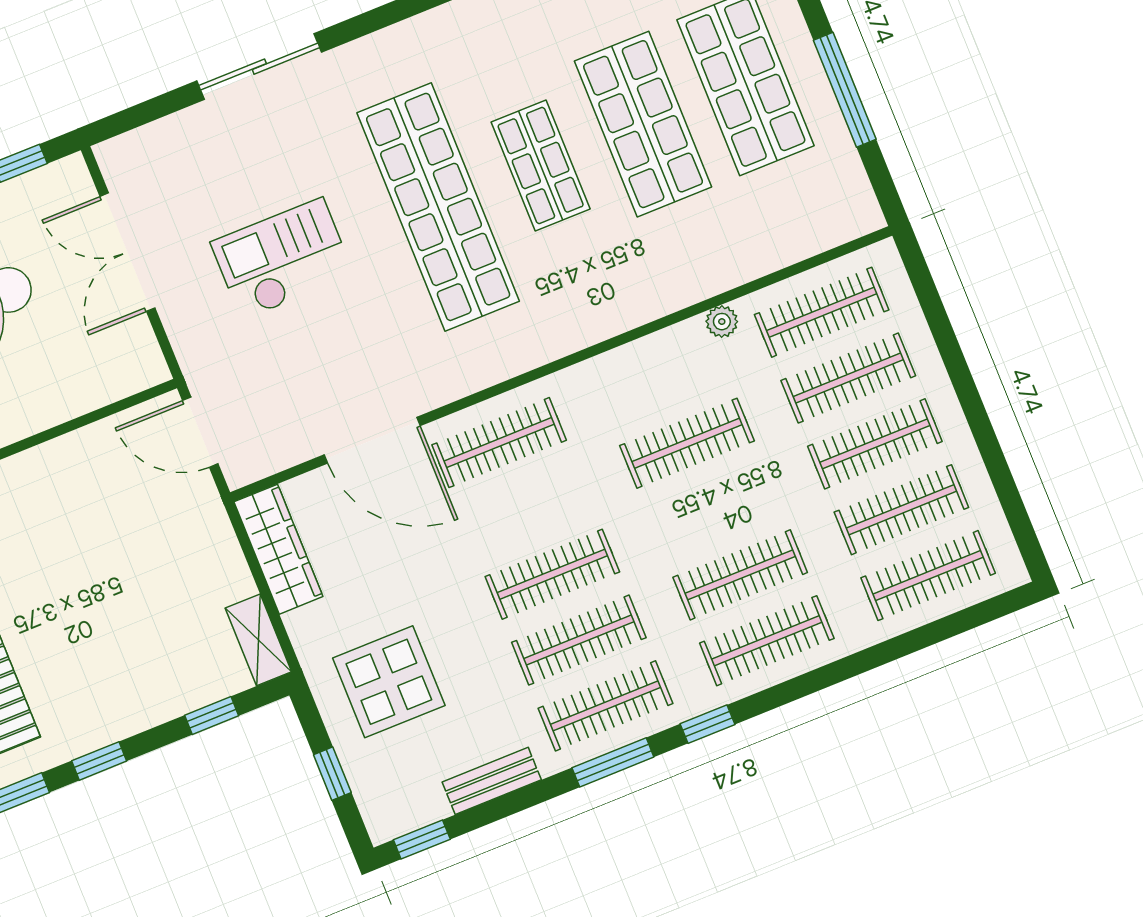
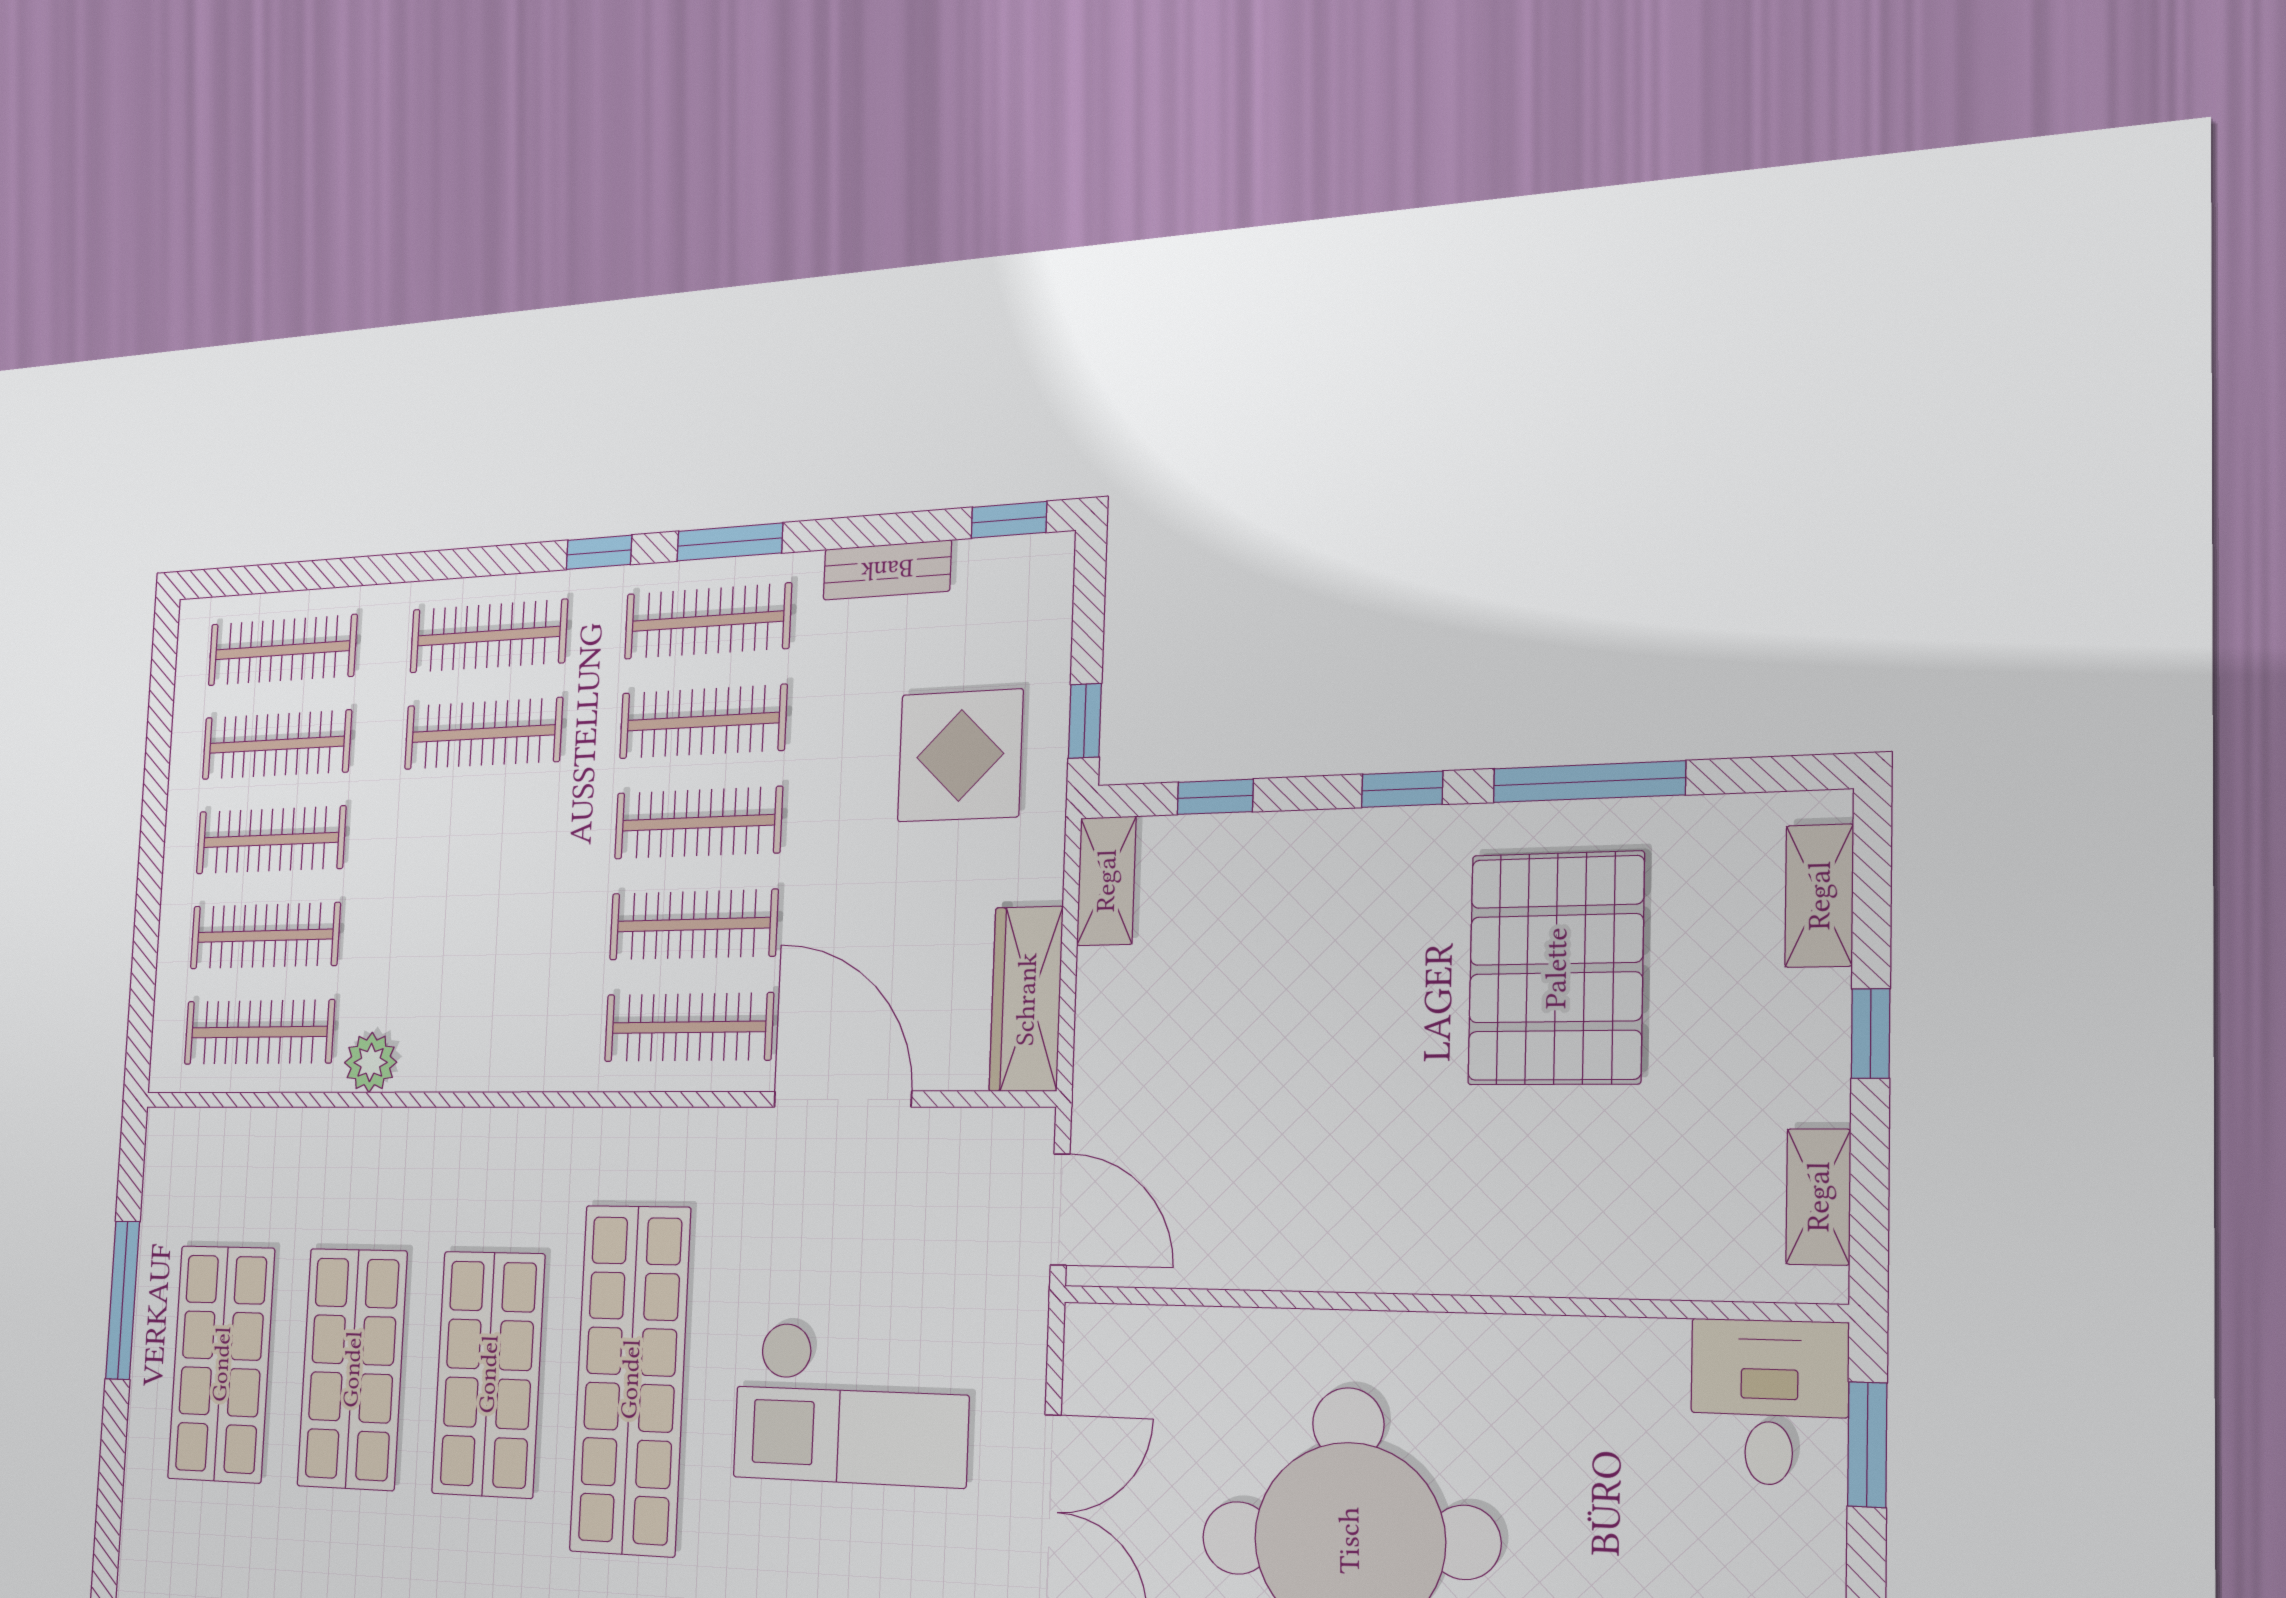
shop shelf: (541, 166) -> (488, 1374), width x1.43, depth x1.36
checkout: (282, 259) -> (851, 1403), width x1.36, depth x1.21
plant: (722, 322) -> (371, 1062), width x1.38, depth x1.38
clothes rail: (687, 443) -> (693, 925), moved
window: (332, 774) -> (1085, 721), moved

